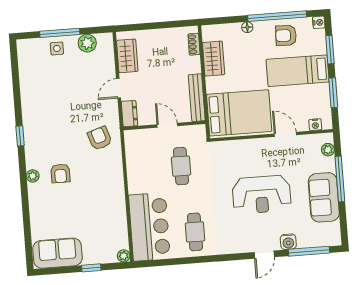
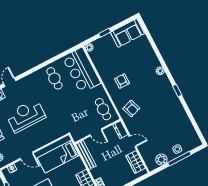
door: (119, 88) -> (133, 141), hinge flipped
bed: (239, 113) -> (58, 157), width x0.67
cafe table: (181, 166) -> (103, 109), moved
armchair: (60, 173) -> (122, 81), moved

